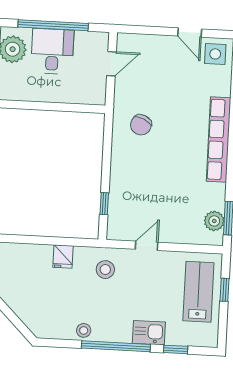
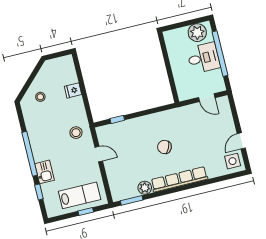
chair: (141, 125) -> (164, 147), moved
plant: (214, 221) -> (145, 188), moved
fridge: (63, 257) -> (73, 90), moved
stool: (84, 330) -> (40, 97), moved

